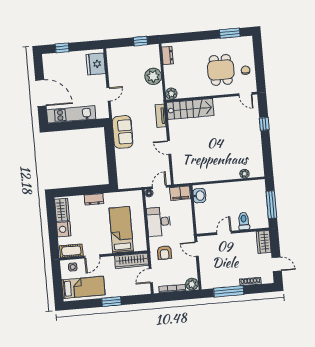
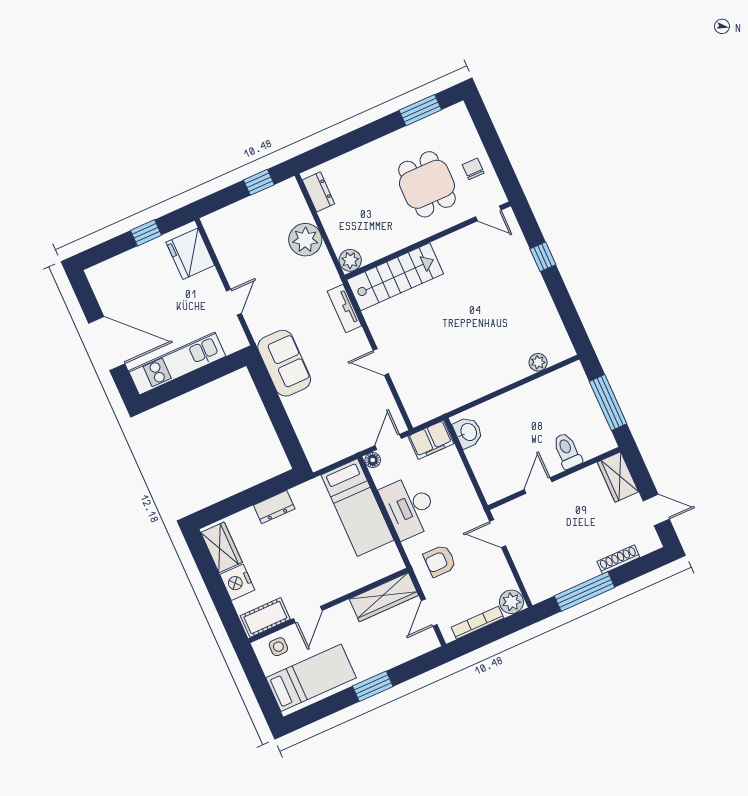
window: (62, 48) -> (146, 233), moved
bed: (121, 230) -> (357, 508), moved, turned 180
armchair: (164, 253) -> (440, 561), turned 92

